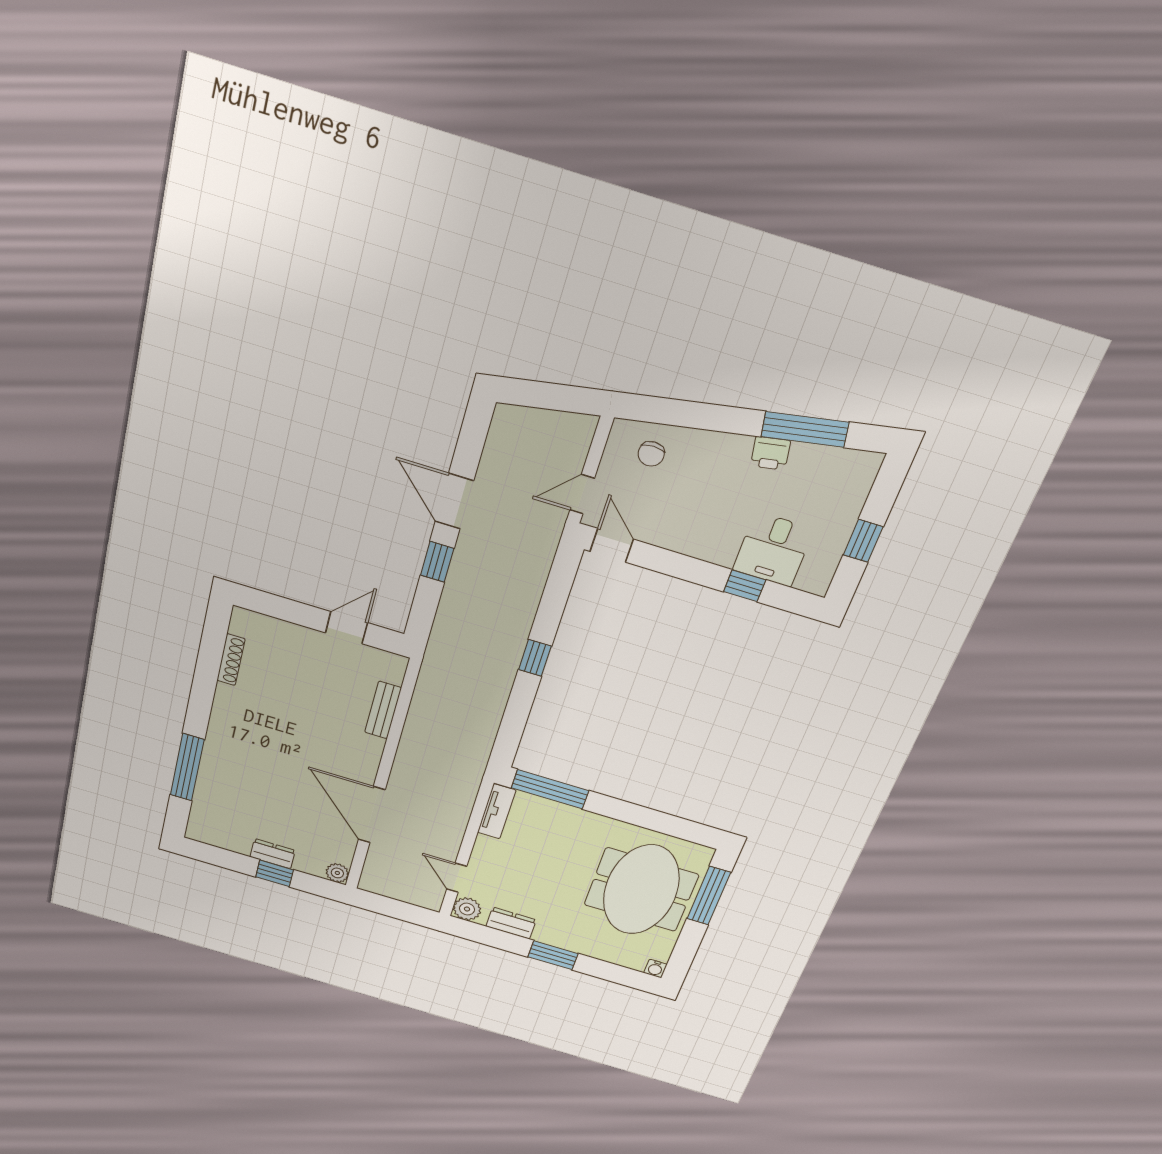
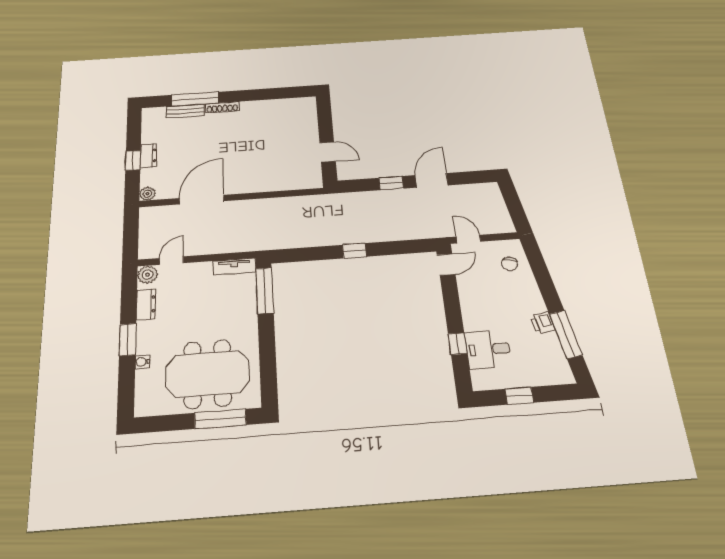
chair: (651, 454) -> (510, 264), turned -79
shoe rack: (231, 660) -> (222, 107), moved
bench: (383, 710) -> (185, 111), moved
water cooler: (655, 968) -> (142, 362), moved

